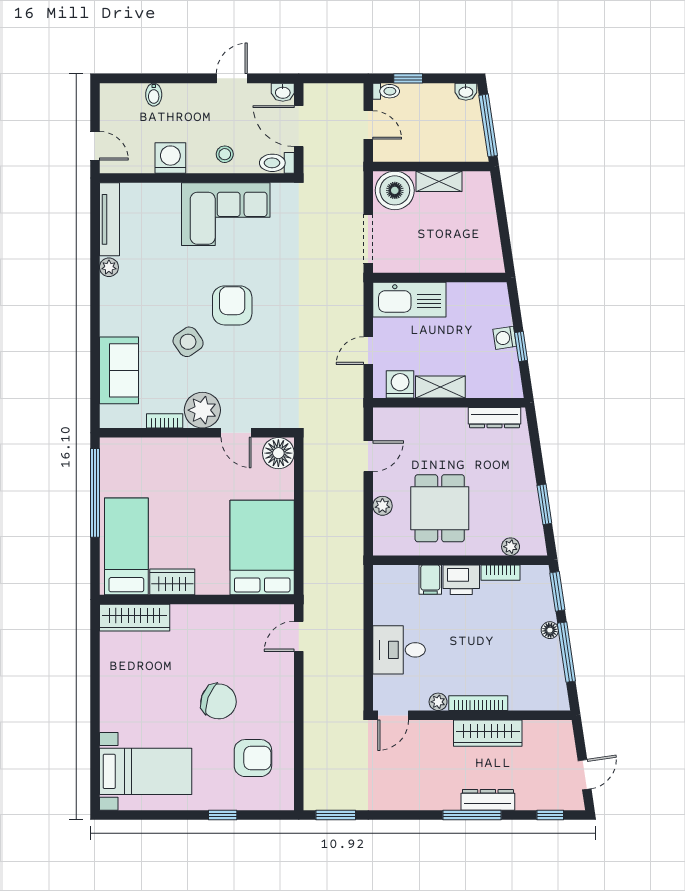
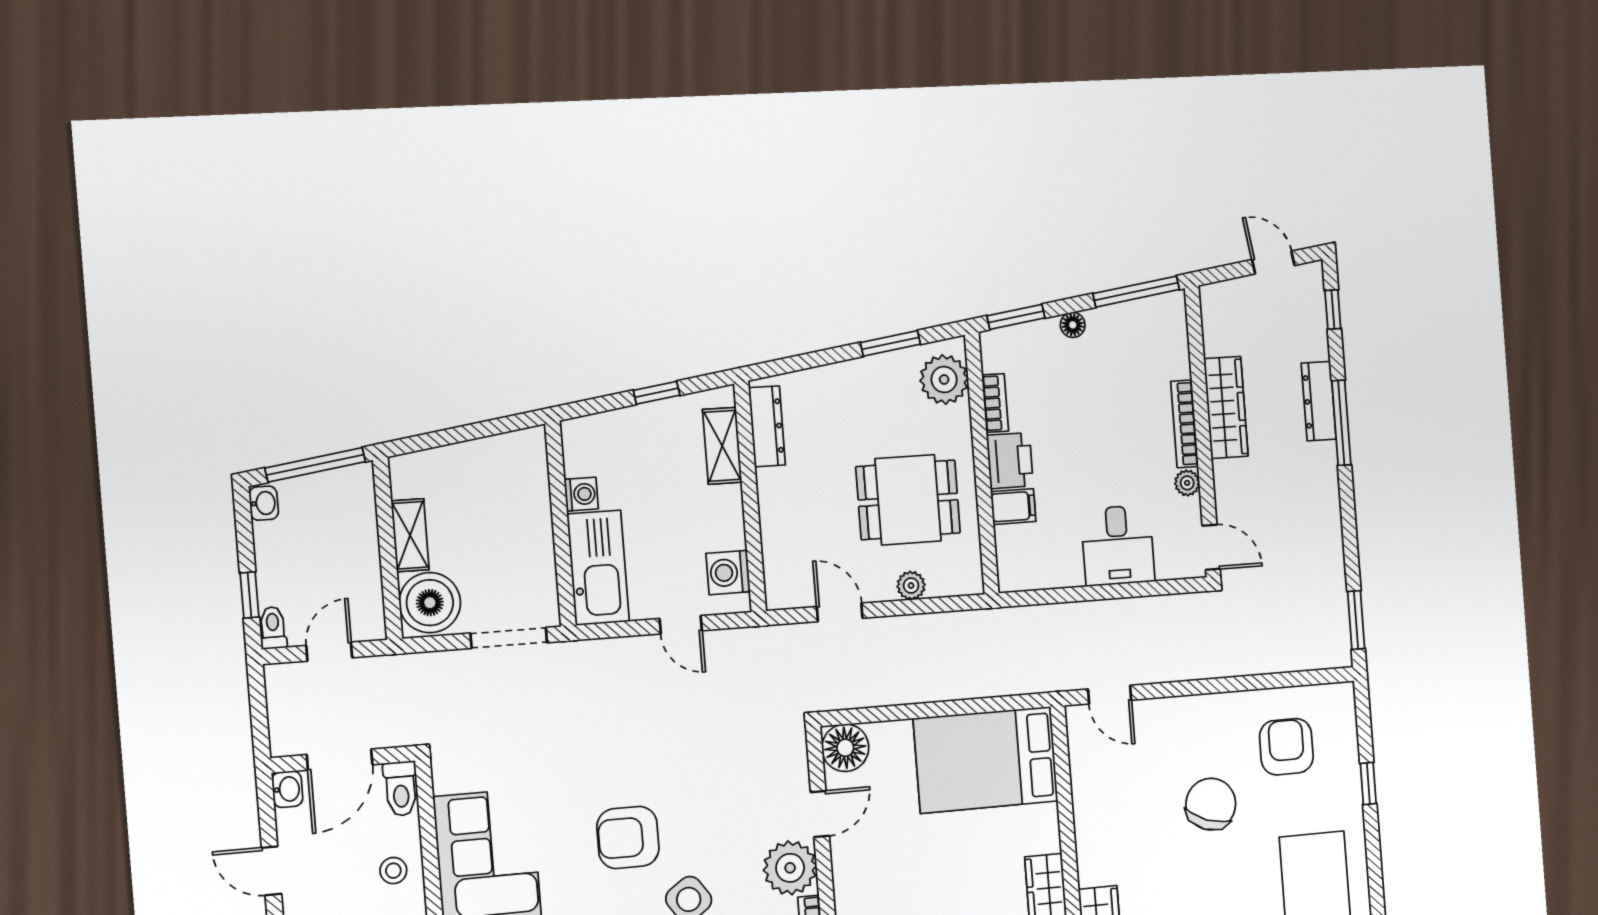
washing machine: (505, 338) -> (581, 494), moved, turned -82
shelving: (440, 387) -> (722, 446), moved
plant: (511, 547) -> (944, 379), width x1.88, depth x1.88
window: (566, 652) -> (1136, 291), moved

